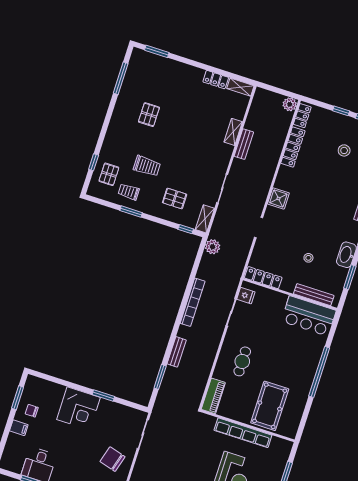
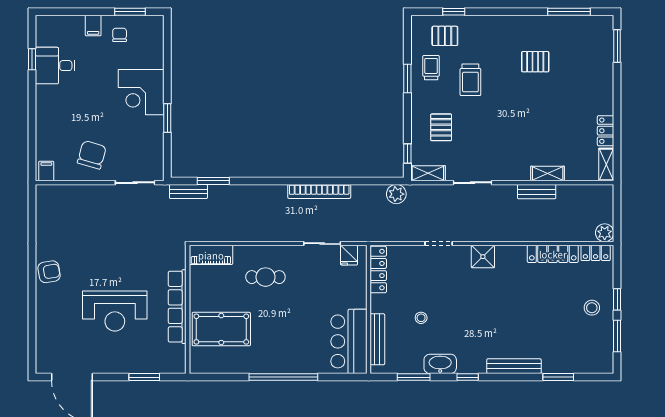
stool: (344, 150) -> (592, 308), moved
bench: (177, 352) -> (188, 192), moved

